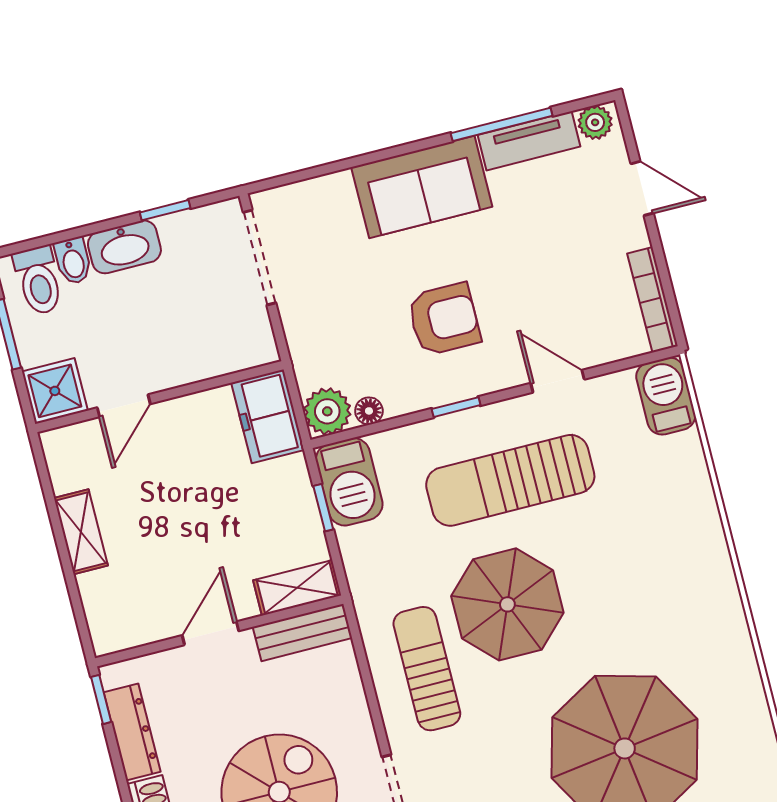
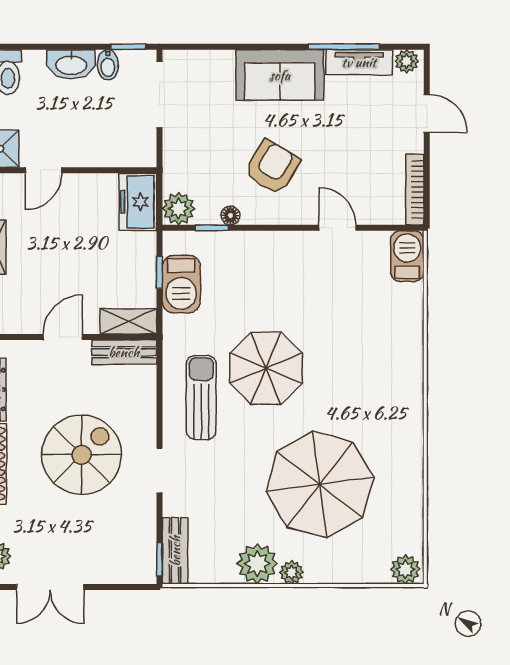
window: (165, 210) -> (128, 47), moved
bidet: (73, 261) -> (108, 65), moved
armchair: (444, 319) -> (272, 167), turned -59
window: (456, 407) -> (212, 228), moved
floor lamp: (369, 411) -> (230, 215), moved
sun lounger: (510, 480) -> (289, 286), removed
barbecue: (349, 482) -> (181, 284), moved

